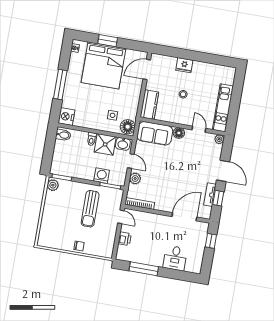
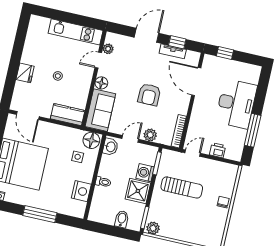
nightstand: (66, 116) -> (81, 191), moved, turned -90
bidet: (63, 135) -> (122, 219), moved
plant: (219, 139) -> (108, 49), moved
shower: (105, 144) -> (138, 191), moved
armchair: (171, 176) -> (149, 95), added
desk: (175, 258) -> (236, 104), width x1.87, depth x1.30

